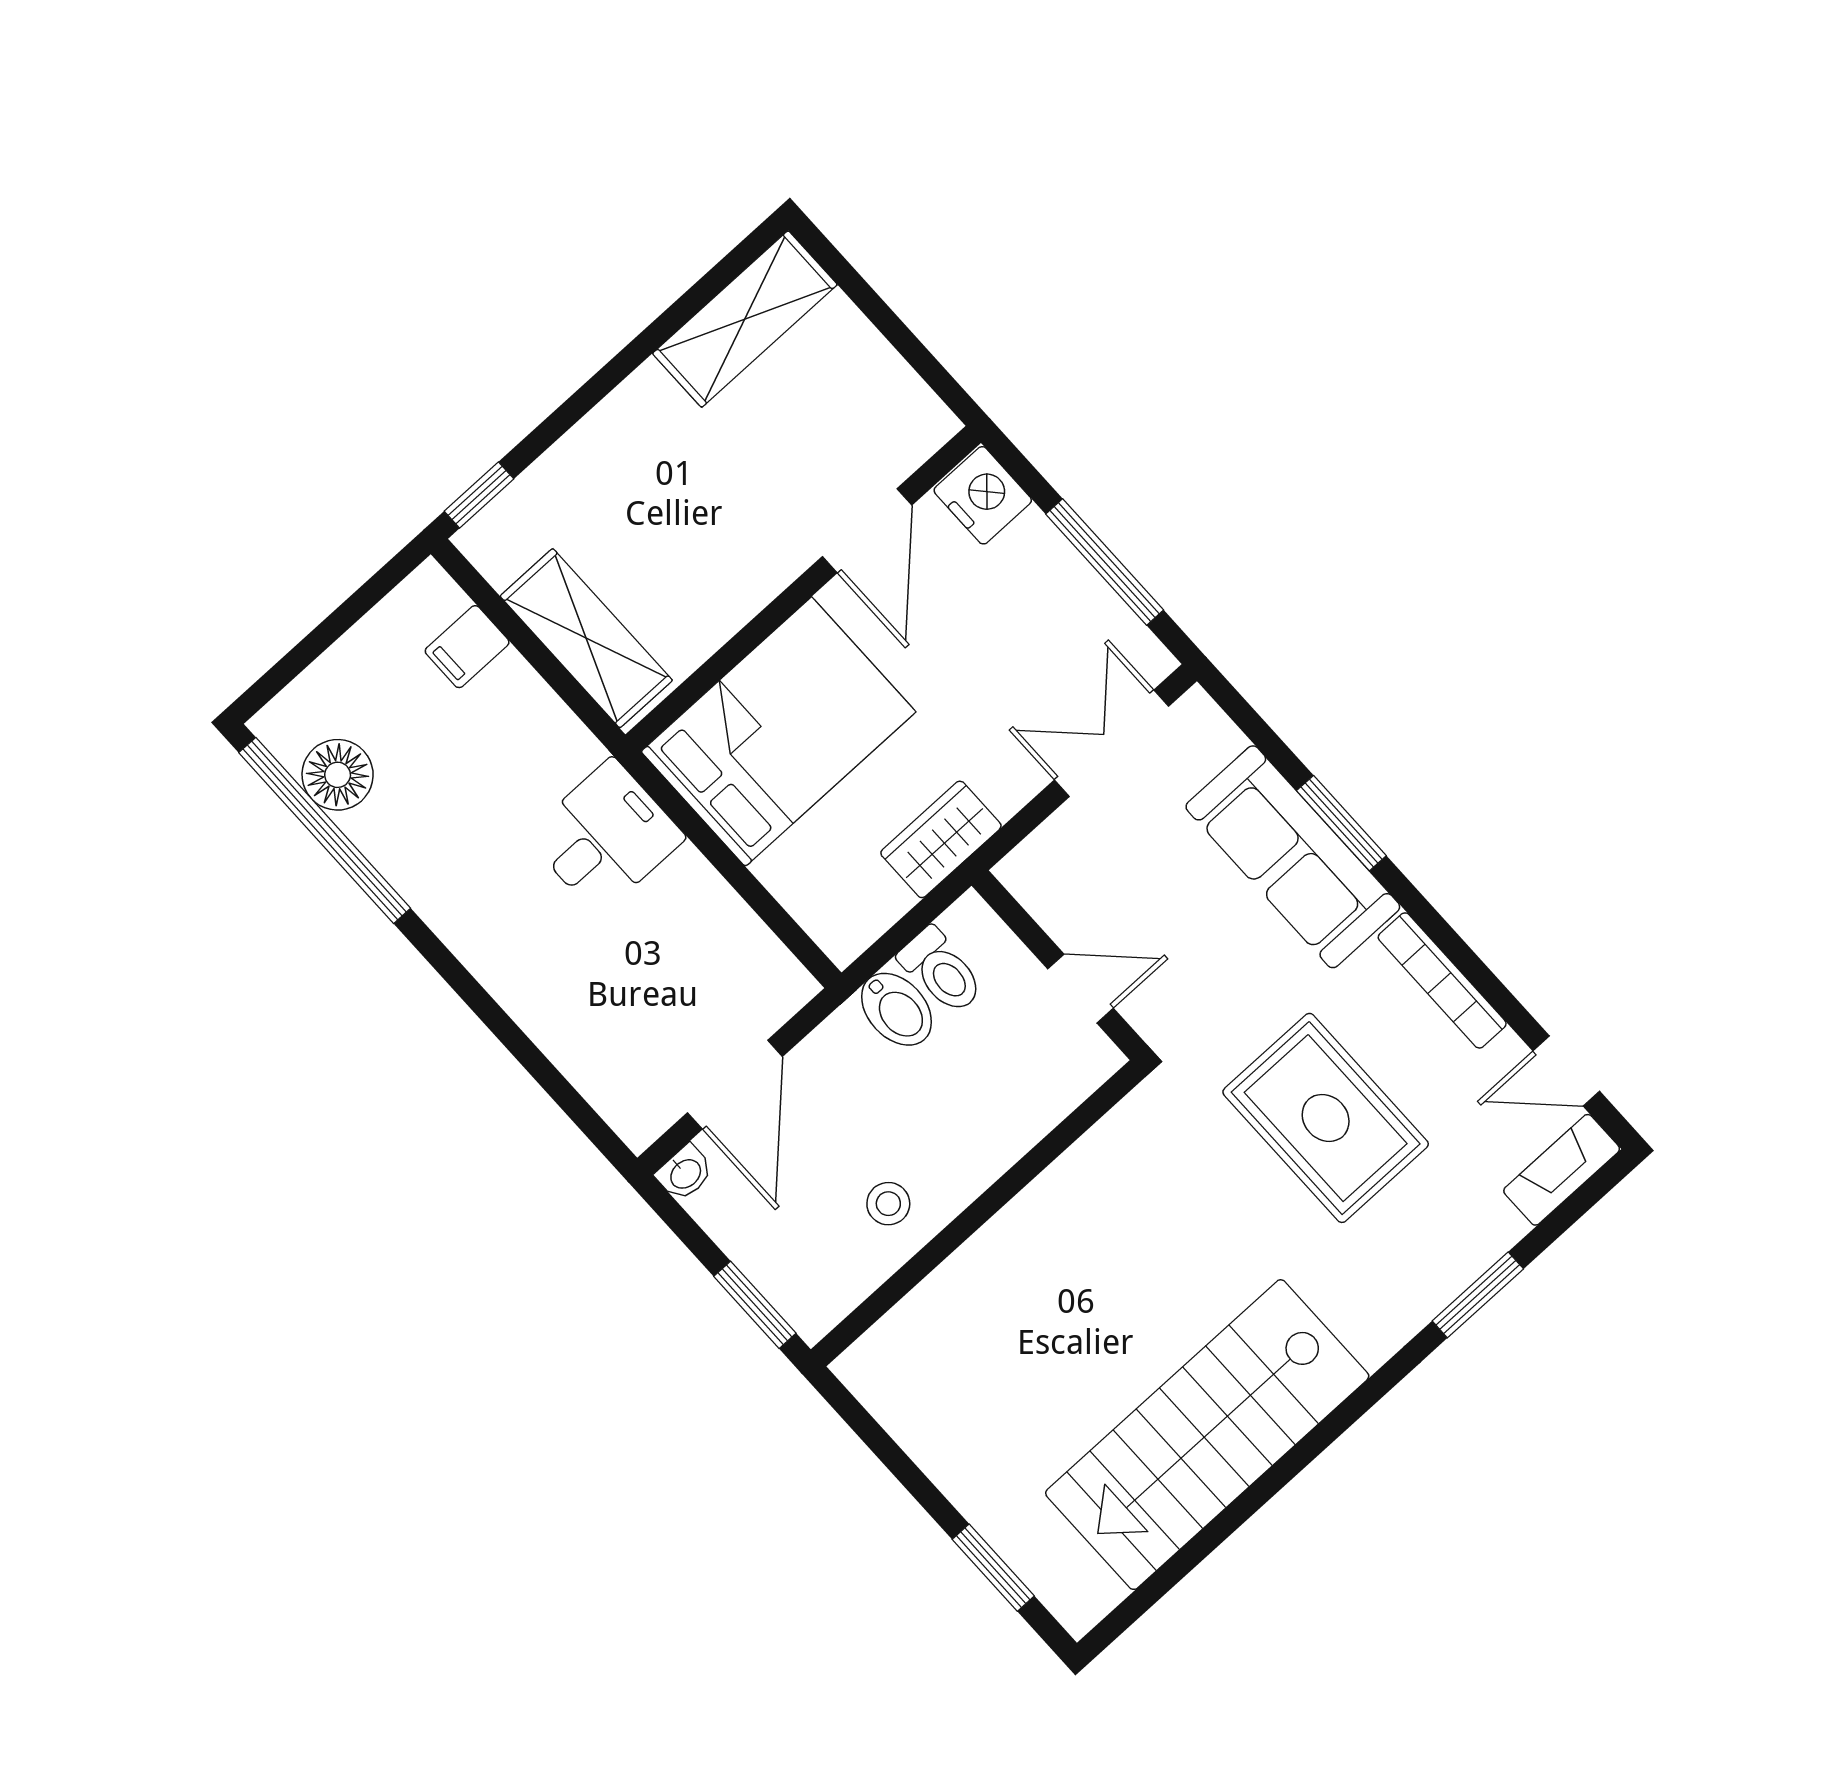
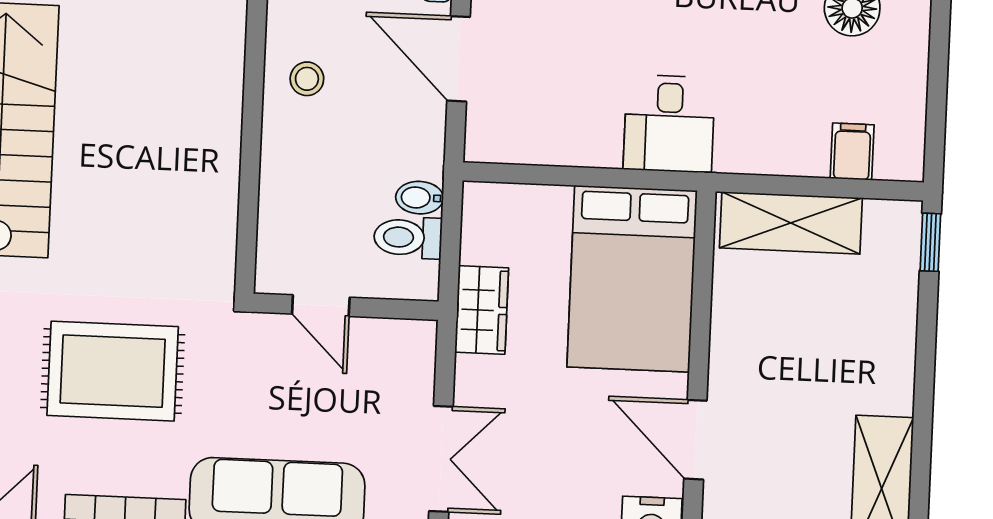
door: (1081, 989) -> (321, 306), hinge flipped
bidet: (896, 1009) -> (420, 198), width x0.72, depth x0.74

